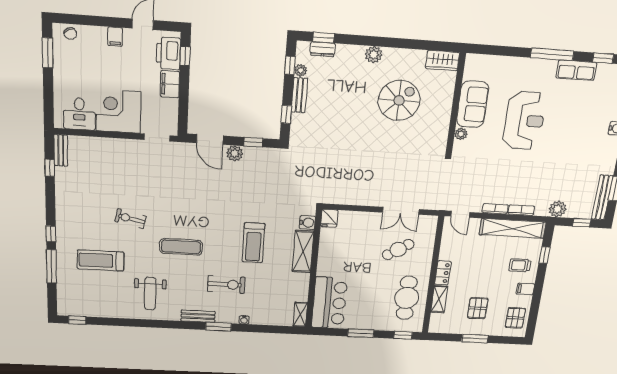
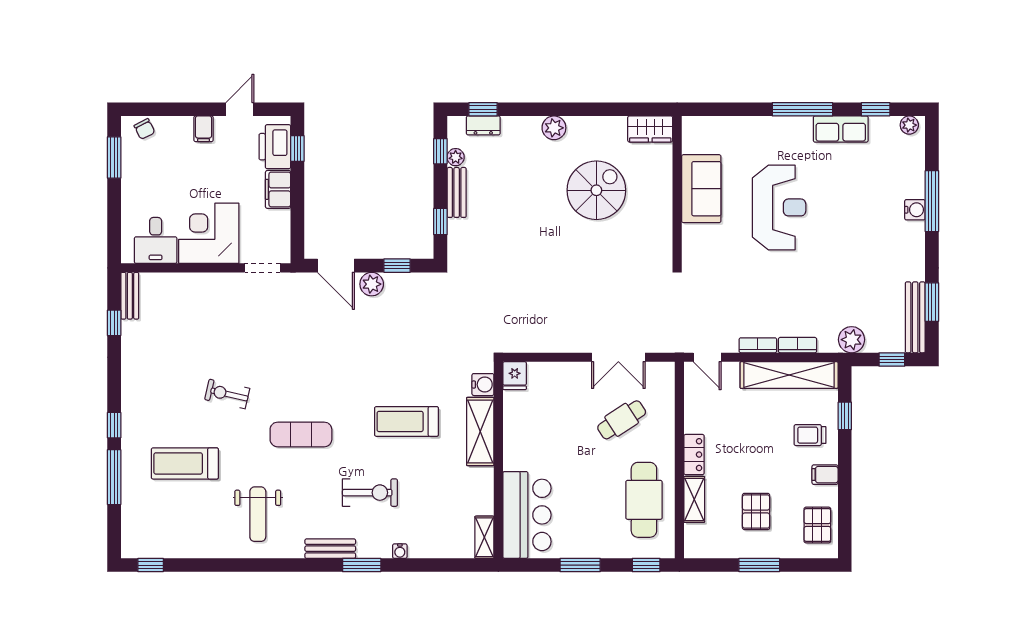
plant: (461, 134) -> (691, 234), removed
treadmill: (254, 243) -> (406, 421), turned 90

